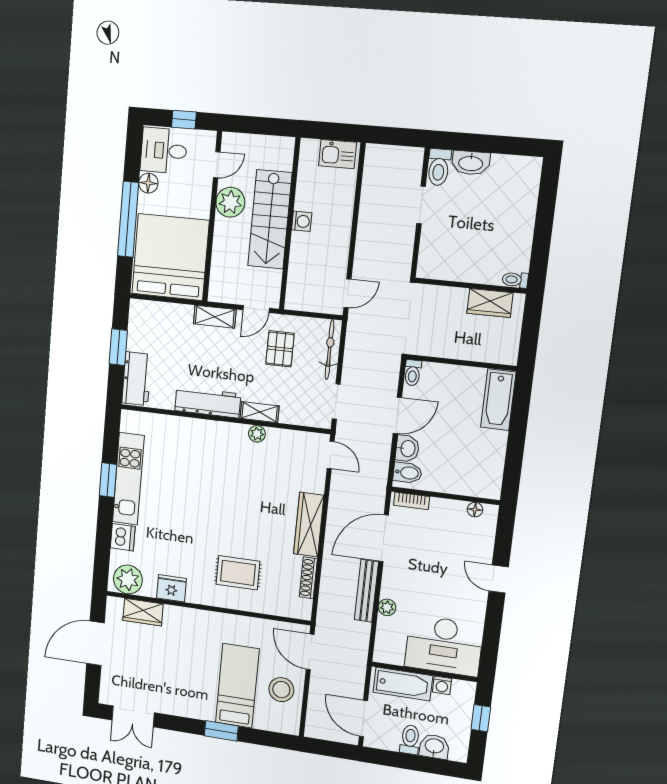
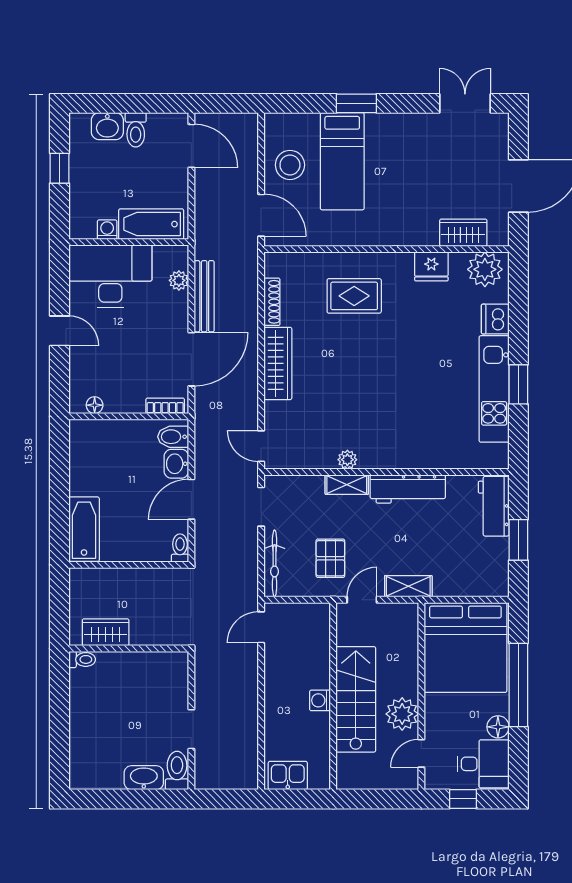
desk: (444, 646) -> (110, 276), moved
wall: (424, 672) -> (129, 242), moved
bathtub: (403, 684) -> (151, 224), moved
washing machine: (442, 685) -> (107, 230), moved

